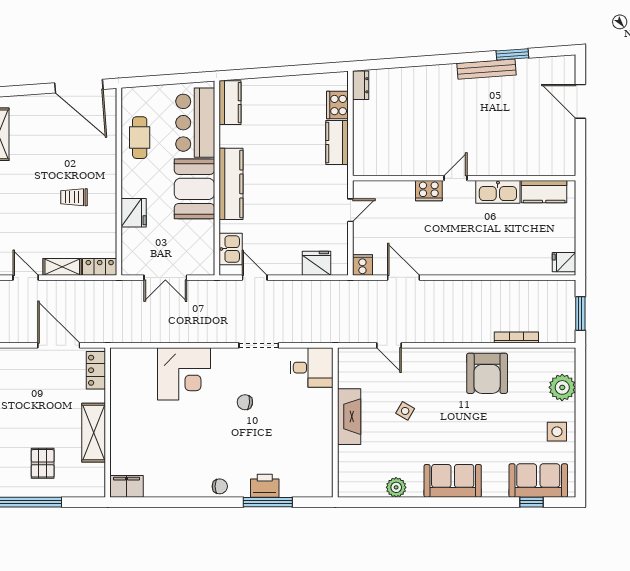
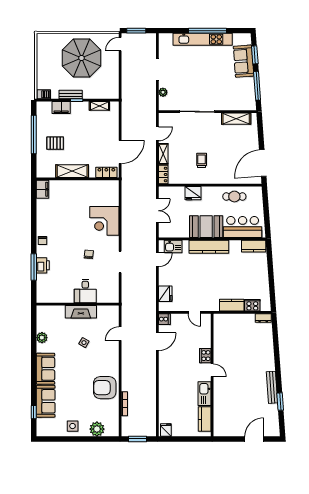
double door: (165, 278) -> (157, 211), swing flipped
desk: (312, 368) -> (85, 291), moved
sofa: (538, 481) -> (46, 401), moved

